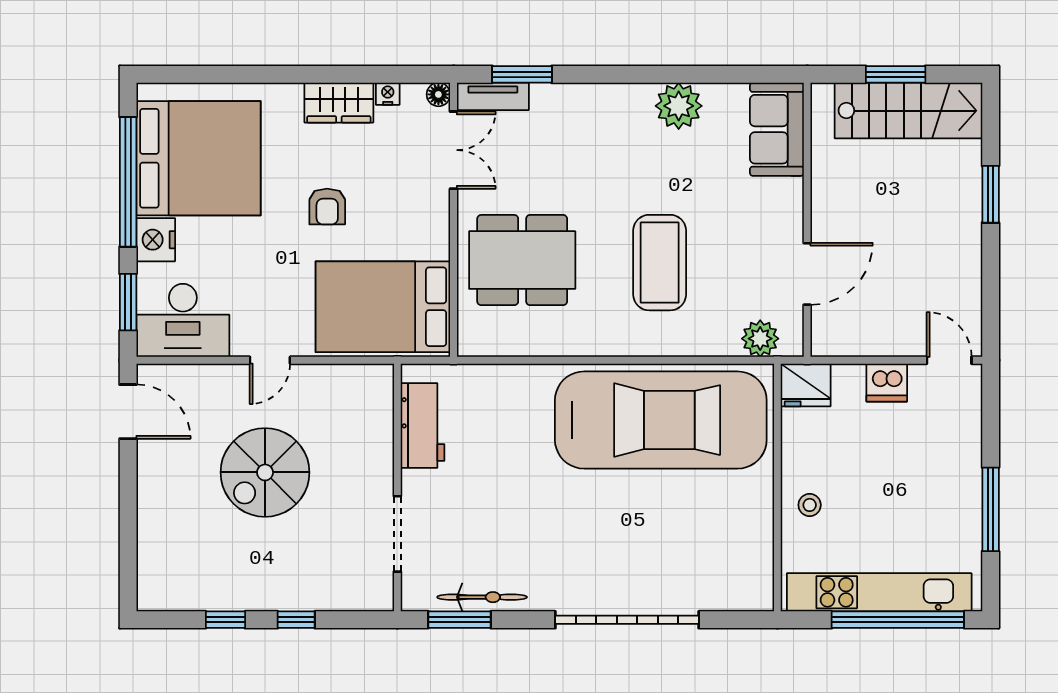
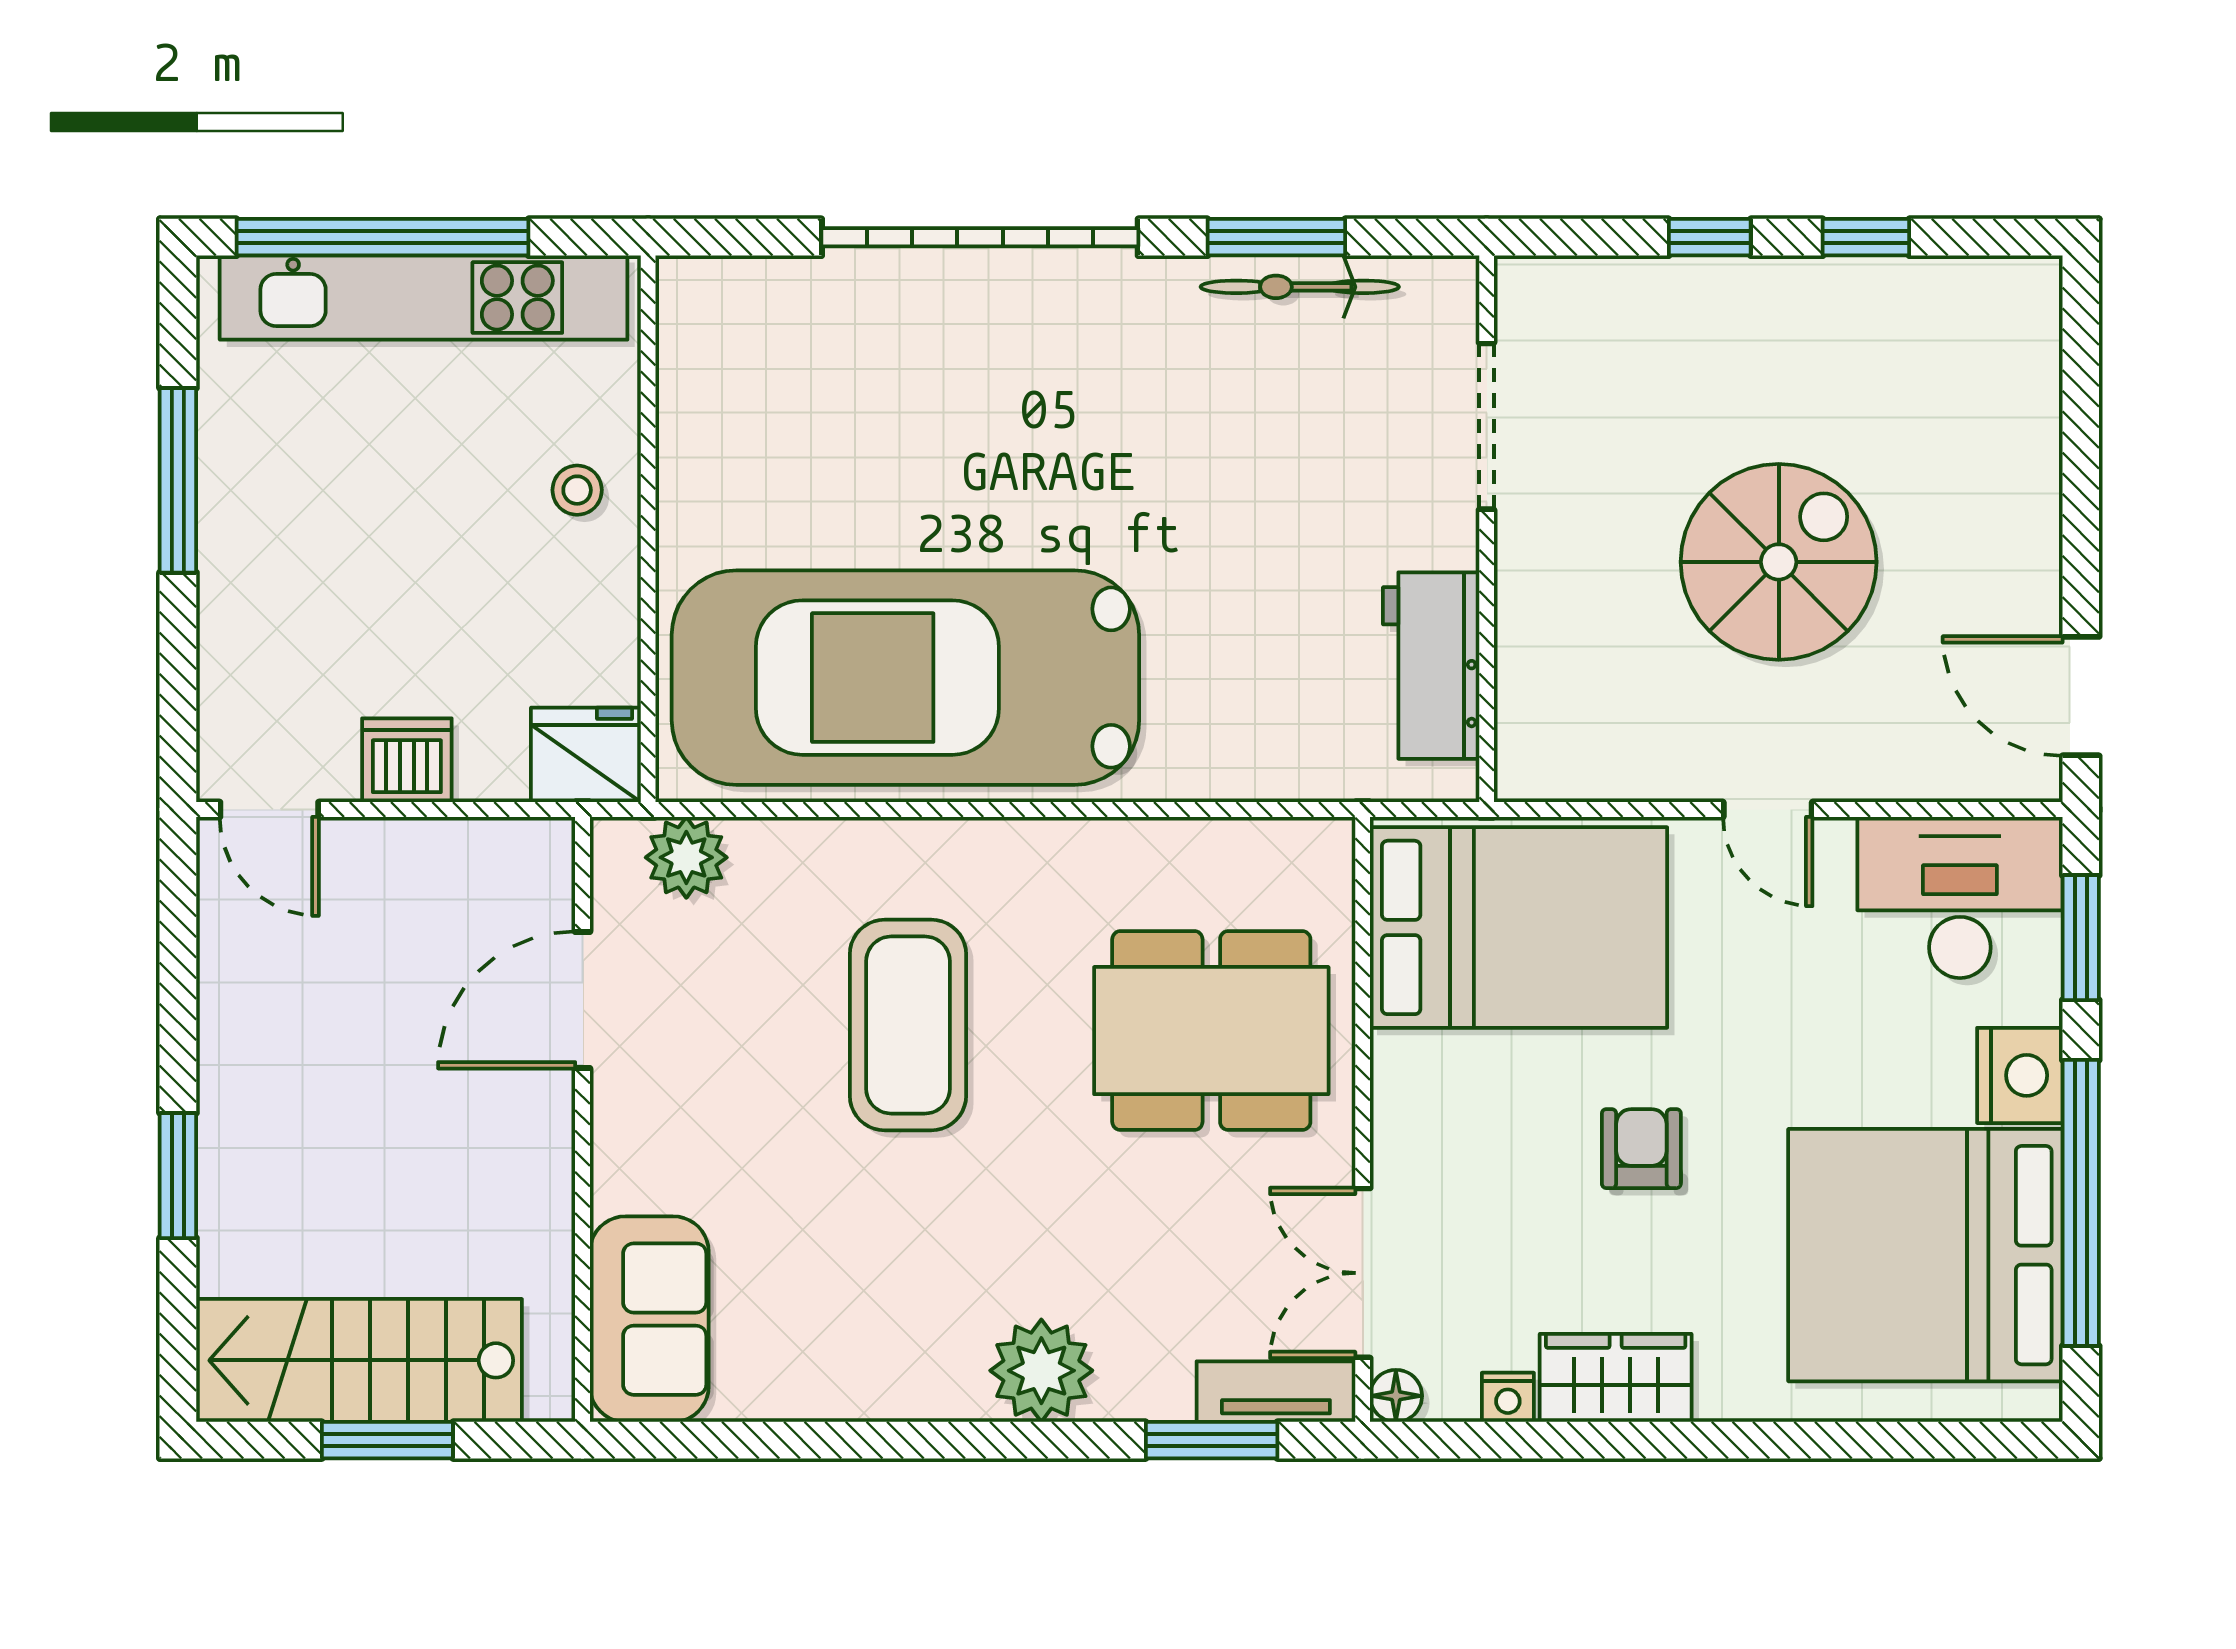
plant: (679, 106) -> (1041, 1371), moved
door: (270, 360) -> (1768, 809), swing flipped
window: (459, 620) -> (1276, 237), moved

